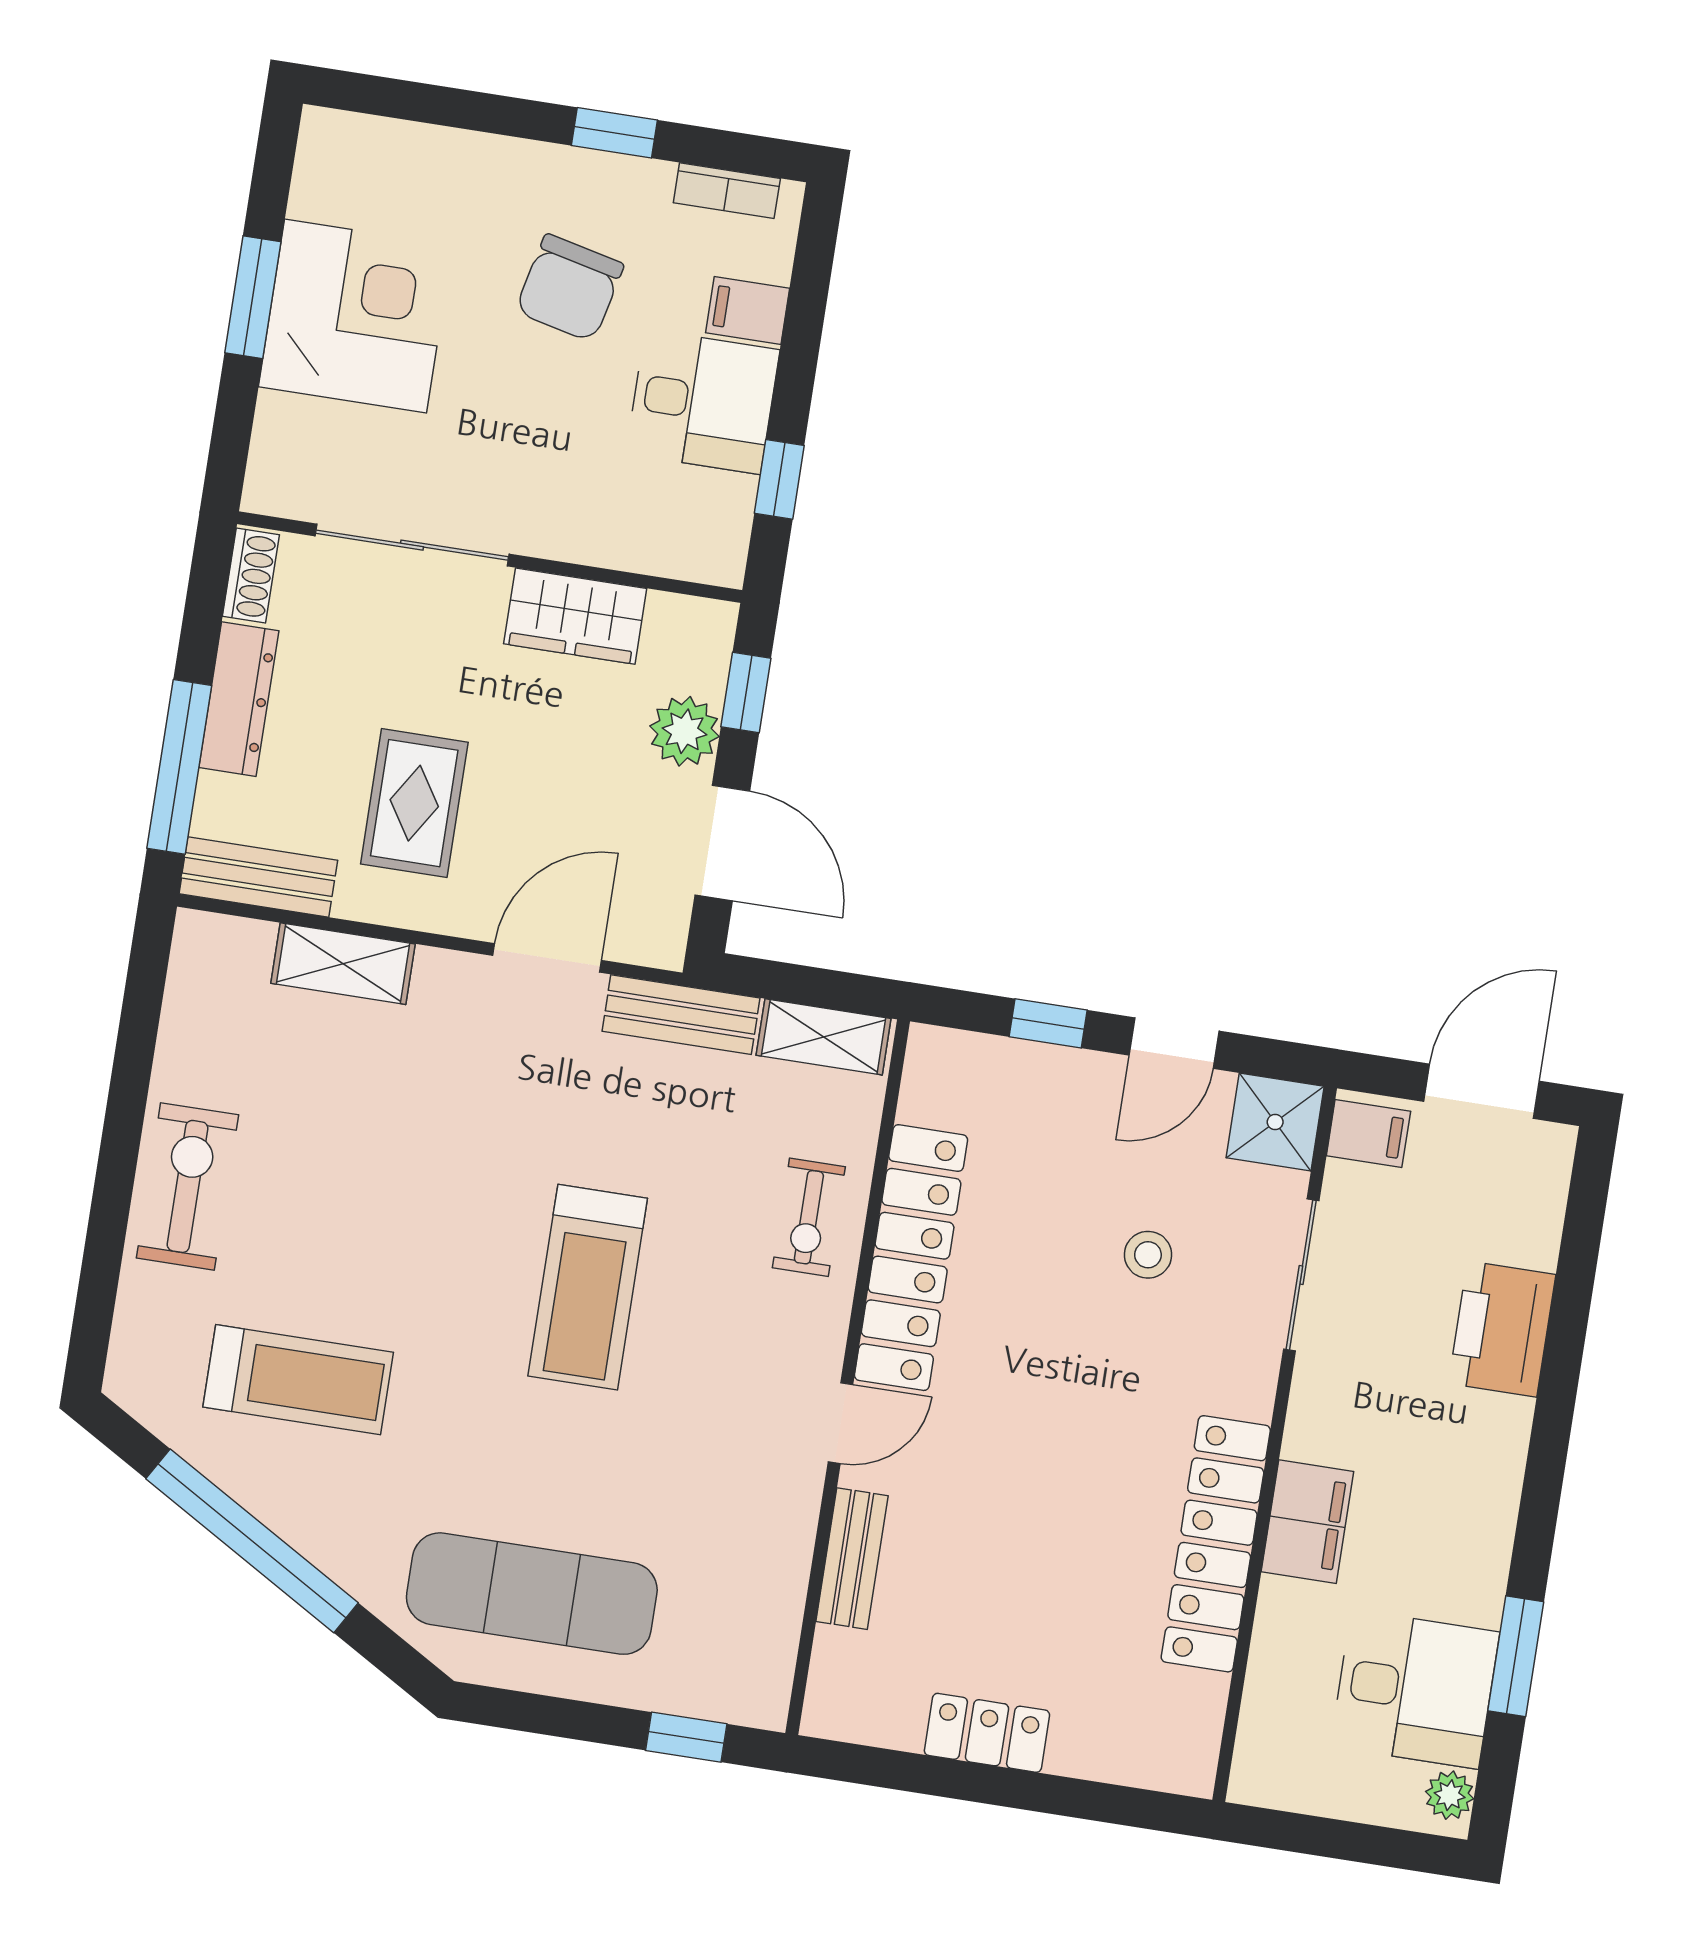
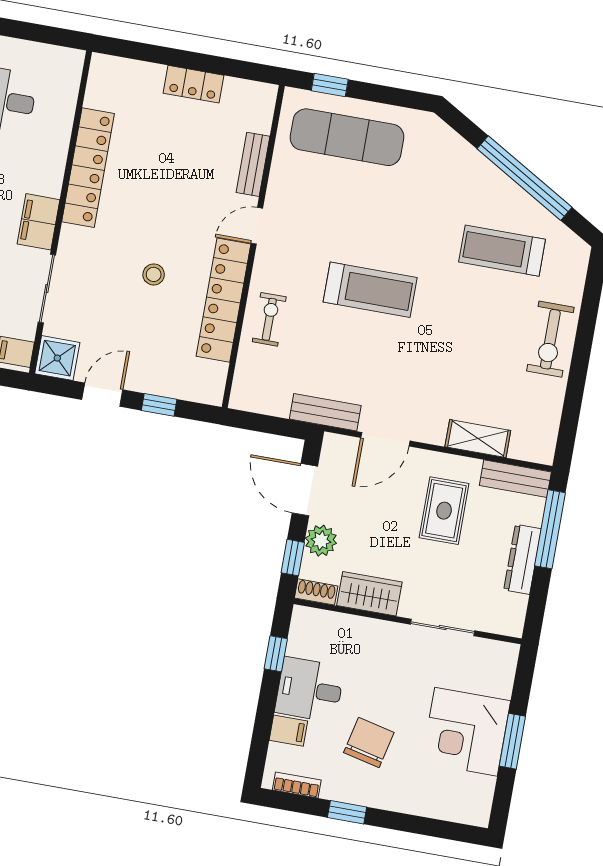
sliding door: (412, 545) -> (443, 627), width x0.73
shoe rack: (251, 576) -> (316, 592), moved, turned 90
shelving: (824, 1037) -> (261, 401), removed
stool: (1148, 1255) -> (154, 274), moved
treadmill: (588, 1287) -> (370, 290), turned 90
filing cabinet: (1307, 1522) -> (38, 222), moved
exercise mat: (532, 1594) -> (347, 137), moved

